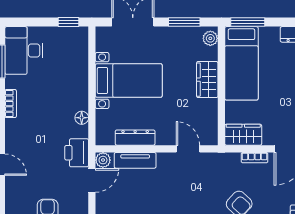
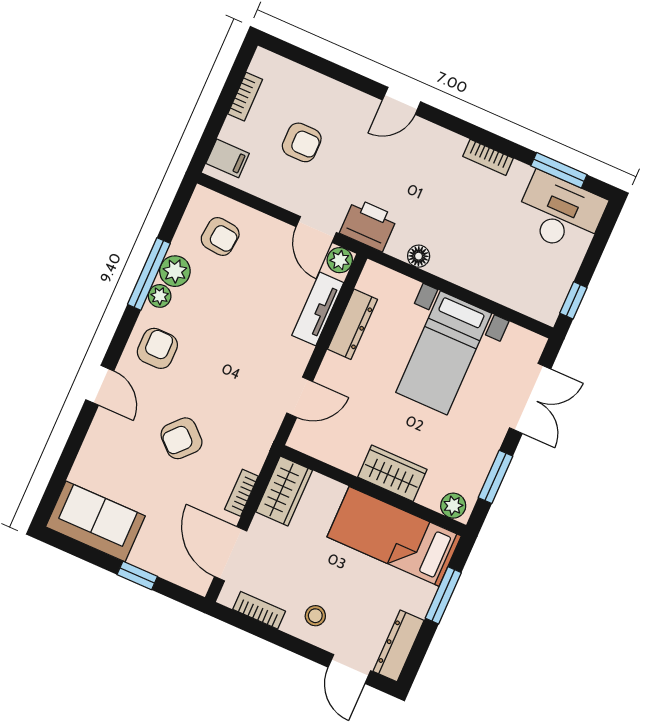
window: (248, 22) -> (443, 595), moved

